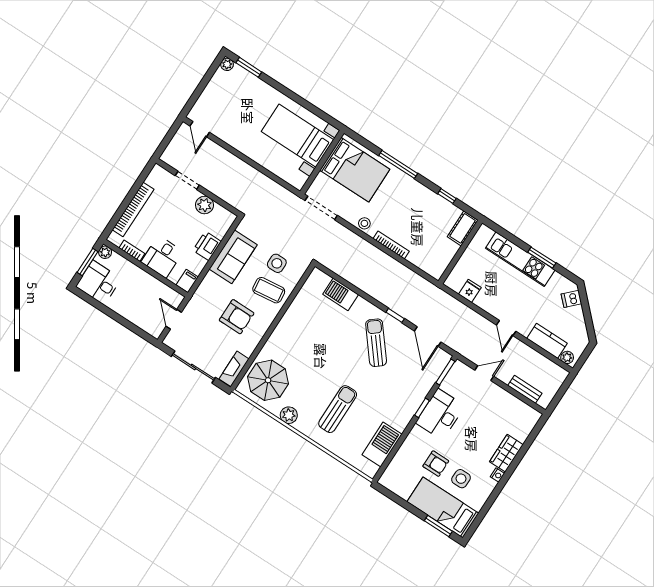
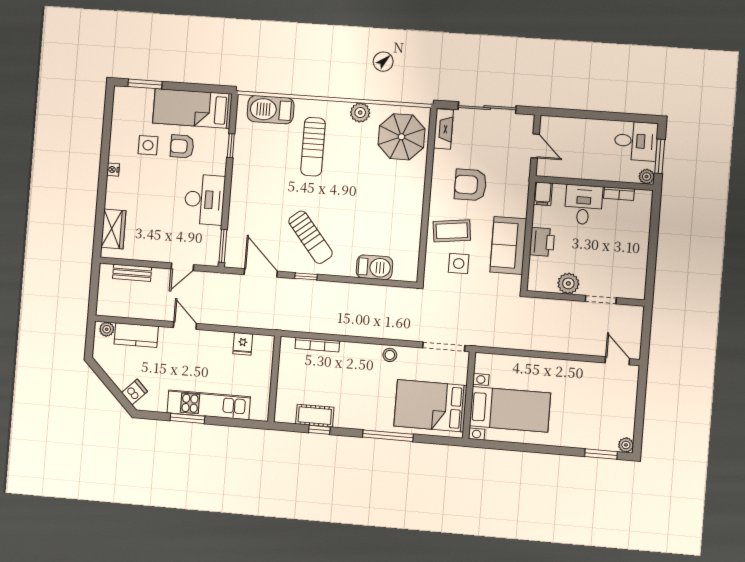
bookcase: (133, 210) -> (642, 238), removed
cot: (463, 228) -> (315, 416), moved, turned 90
bookcase: (391, 245) -> (317, 345), moved
window: (422, 408) -> (231, 146), moved
barbecue: (382, 445) -> (271, 110), moved, turned 90
wardrobe: (506, 453) -> (113, 229), moved
bed: (443, 507) -> (192, 108), moved, turned 180

